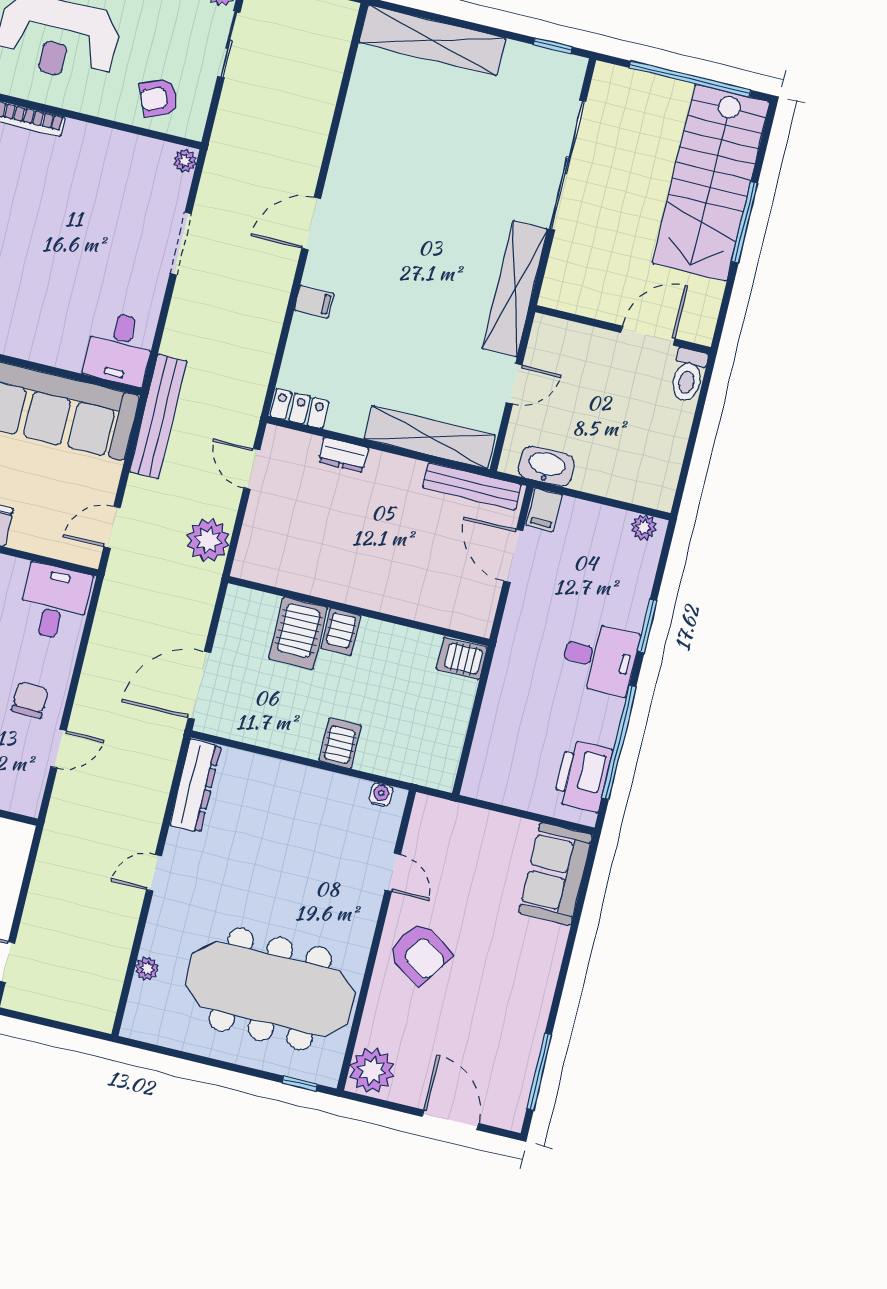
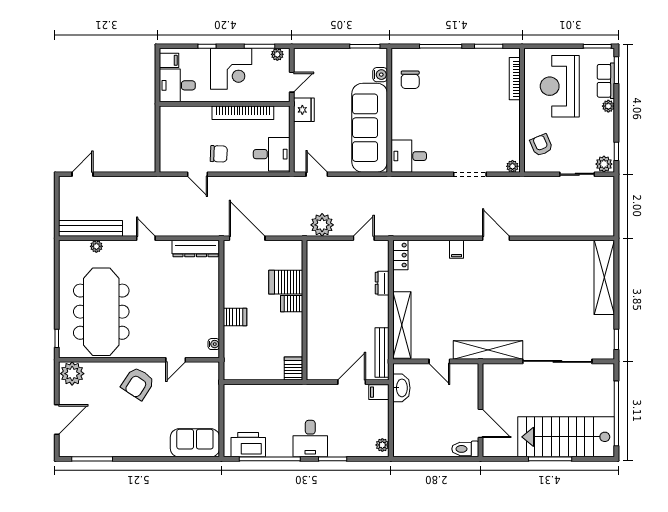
bench: (158, 417) -> (90, 228), moved

